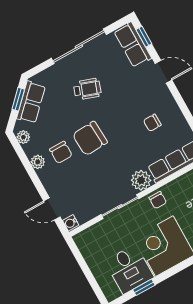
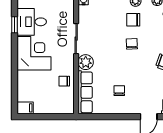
chair: (90, 138) -> (132, 44), width x0.54, depth x0.54
chair: (158, 200) -> (64, 81), moved

